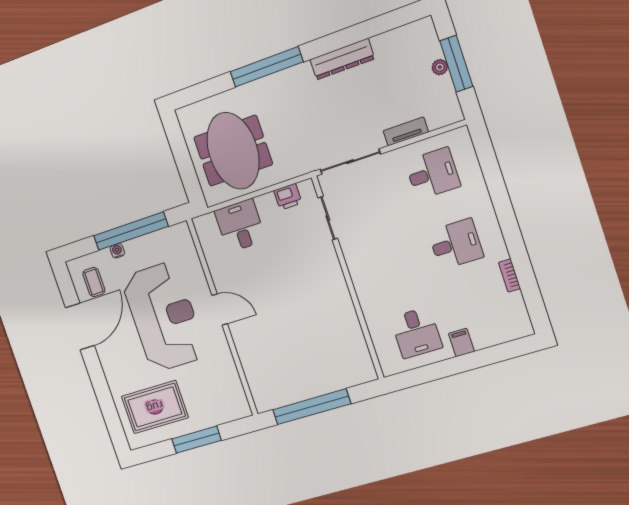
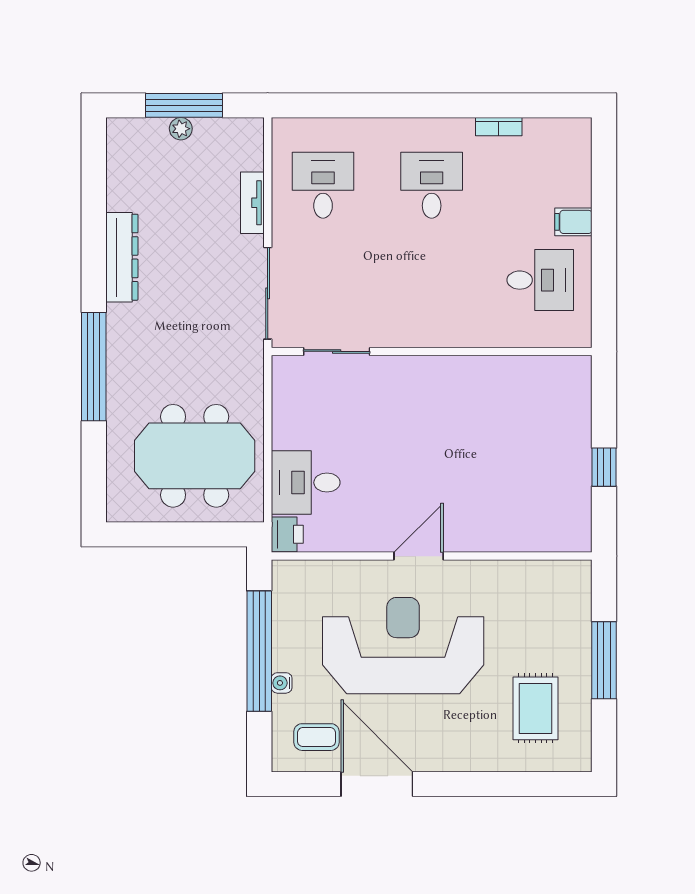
printer: (288, 197) -> (287, 534), moved
rug: (155, 407) -> (536, 708), width x0.73, depth x0.70
window: (312, 407) -> (604, 467), width x0.32

